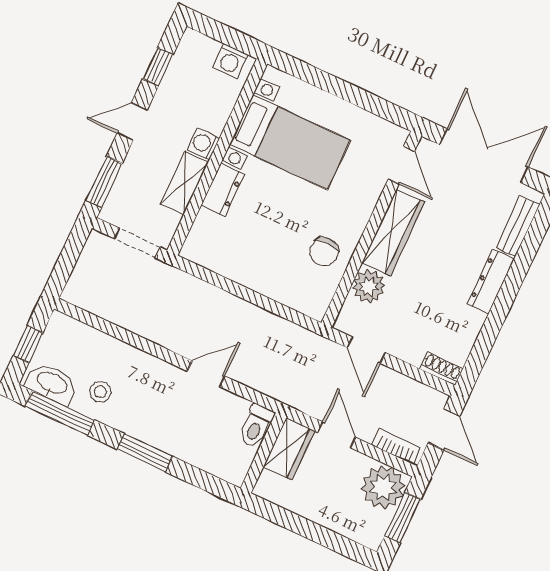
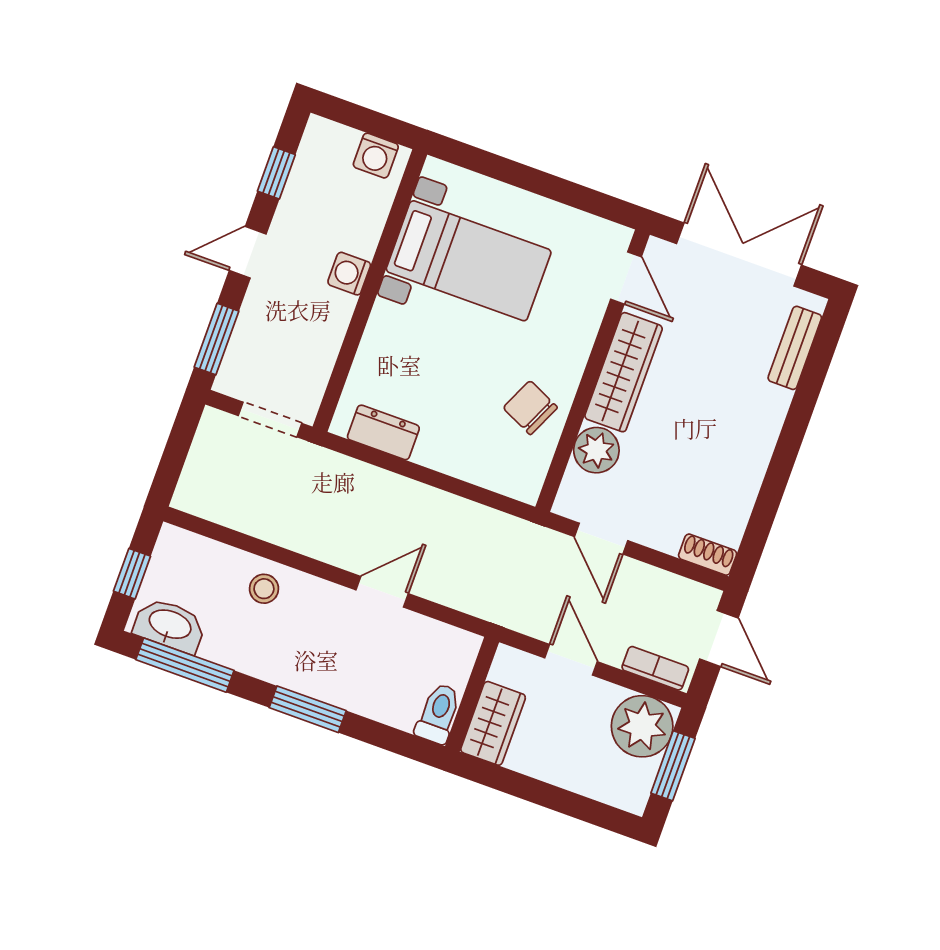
shelving: (185, 183) -> (328, 331), removed
dresser: (223, 190) -> (383, 432), moved, turned -90
chair: (324, 252) -> (530, 408), turned 115
dresser: (491, 282) -> (764, 428), removed
stool: (100, 392) -> (264, 589), moved
toilet: (256, 426) -> (438, 714), moved, turned 180
wardrobe: (289, 449) -> (493, 723), moved

